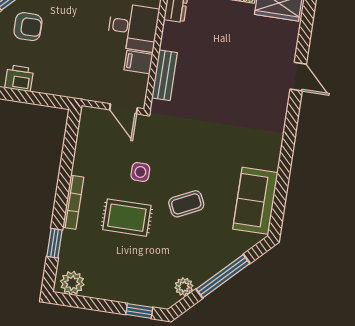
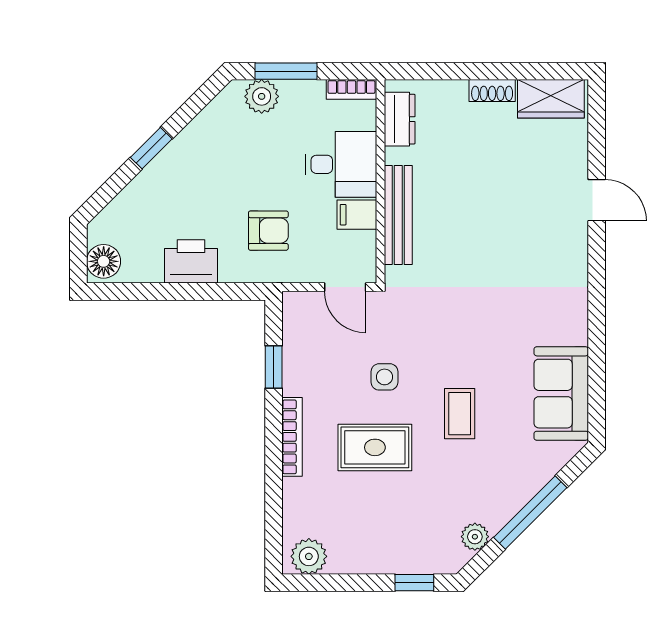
armchair: (28, 27) -> (268, 231), moved
bench: (165, 75) -> (398, 215), width x1.36
printer: (19, 78) -> (191, 261), width x1.36, depth x1.24
coffee table: (186, 204) -> (460, 414), turned -64
window: (54, 243) -> (274, 367), moved

